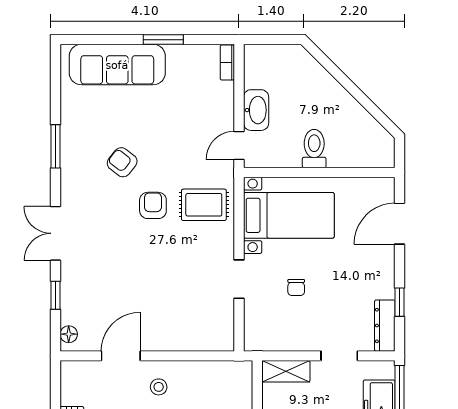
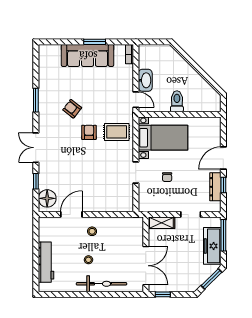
sofa: (117, 65) -> (88, 55), moved
door: (239, 145) -> (136, 100), swing flipped
door: (399, 224) -> (223, 158), moved
dresser: (385, 326) -> (215, 187), moved
floor lamp: (69, 334) -> (47, 198), width x1.89, depth x1.89

